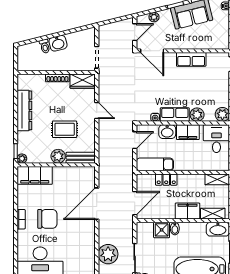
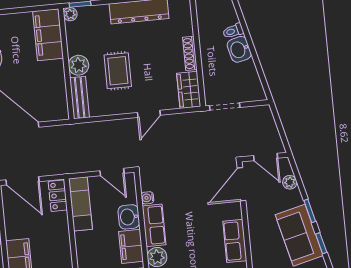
locker: (166, 180) -> (58, 196), moved

